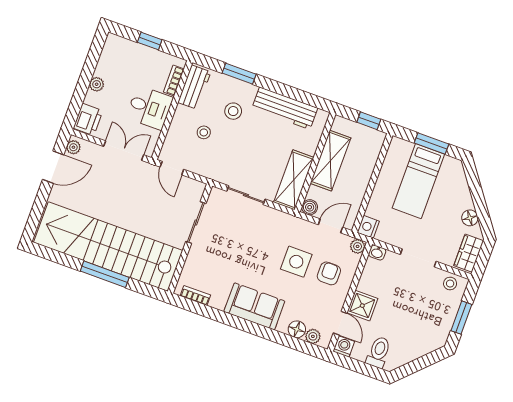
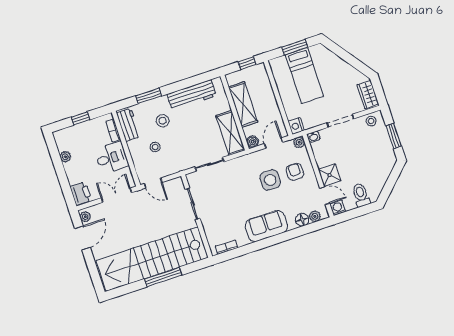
plant: (97, 84) -> (65, 157), moved
floor lamp: (470, 218) -> (352, 73), removed

